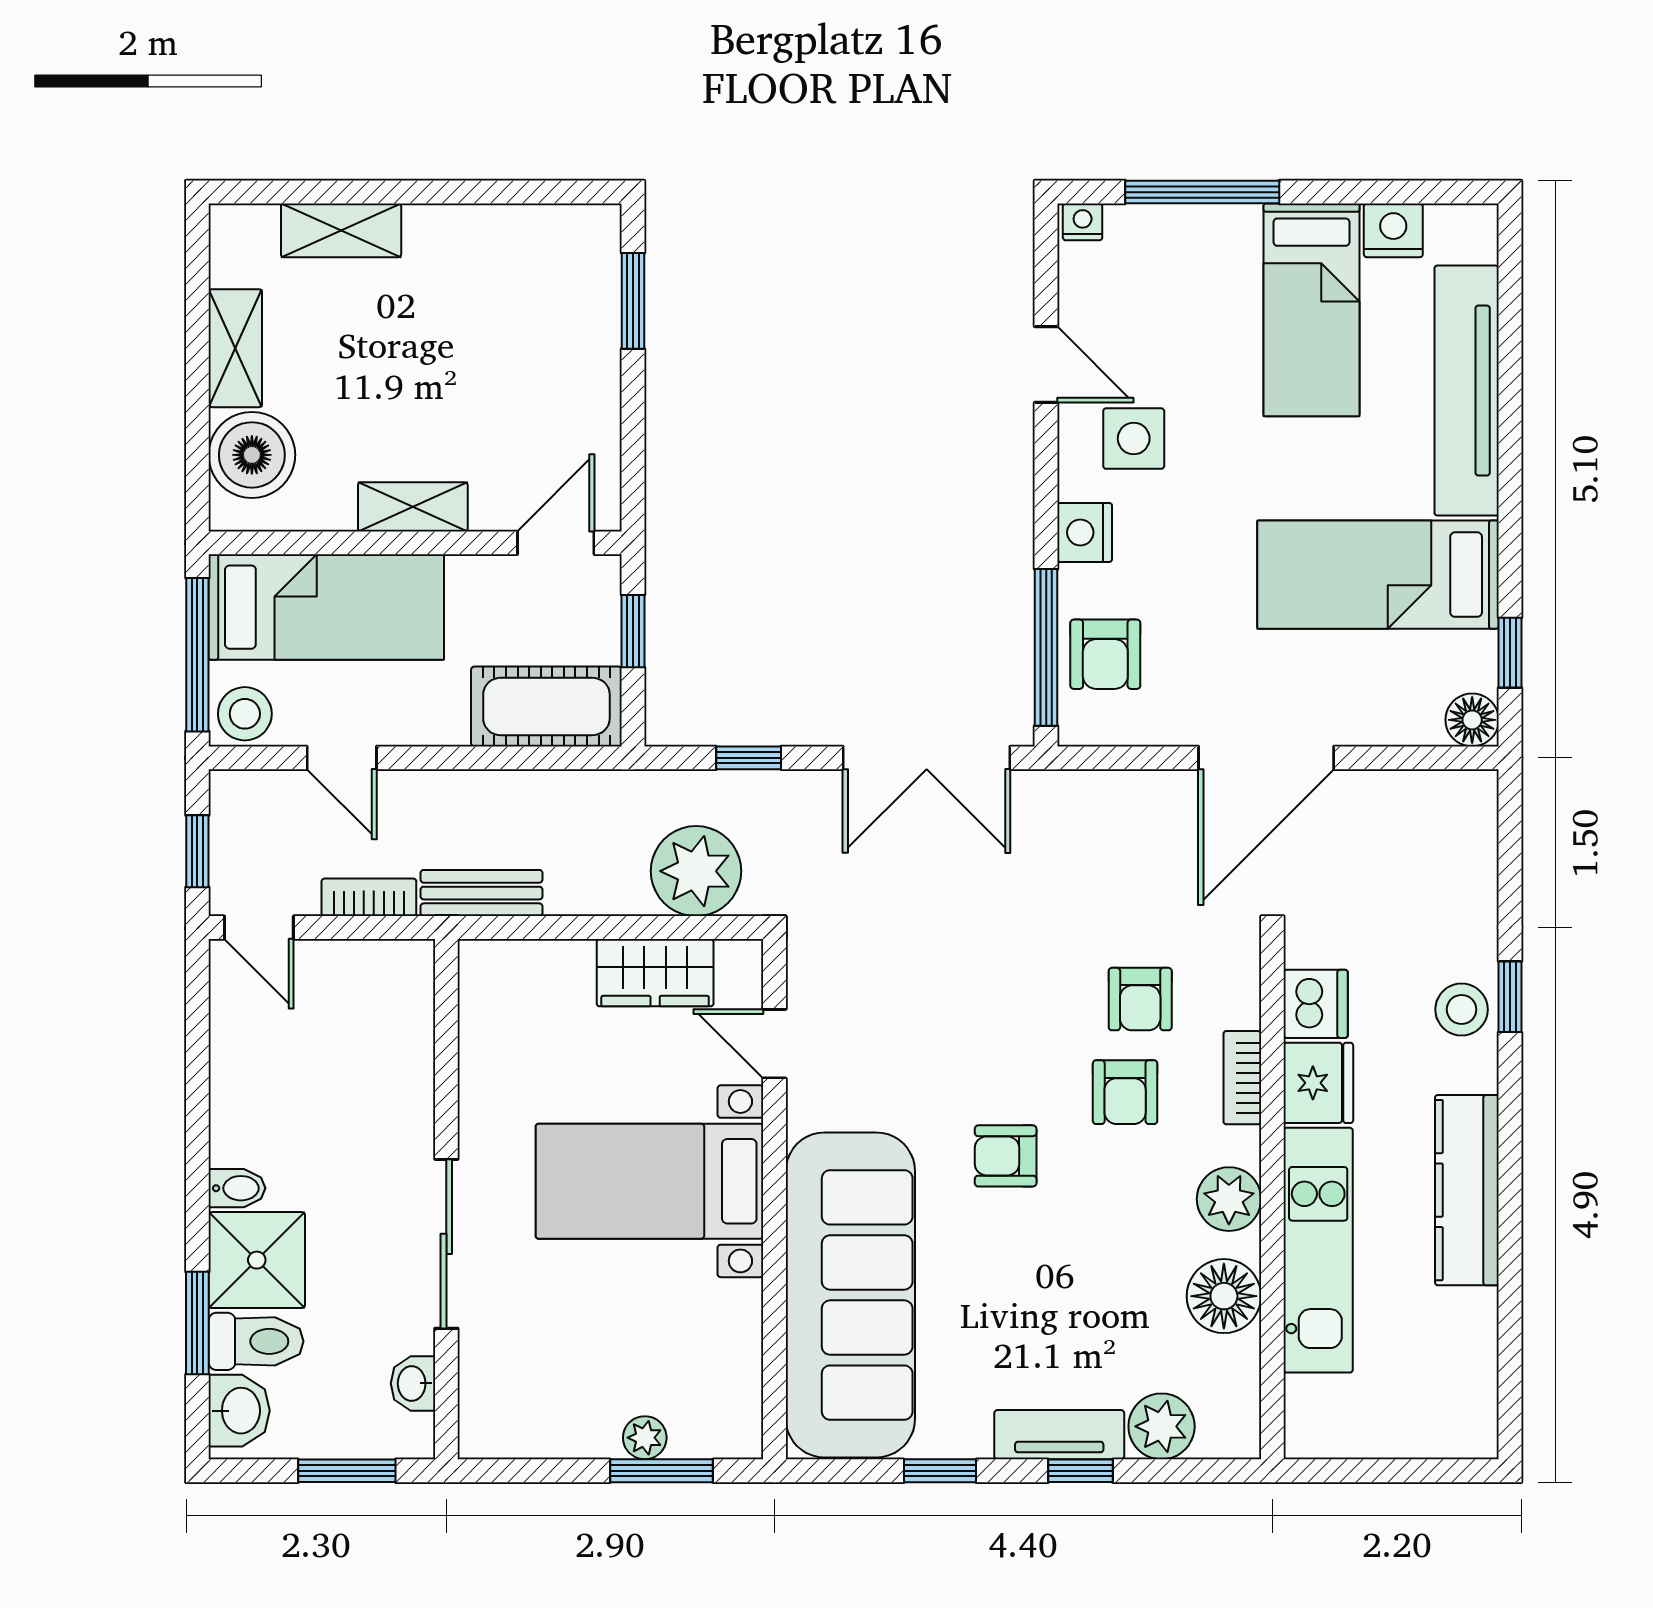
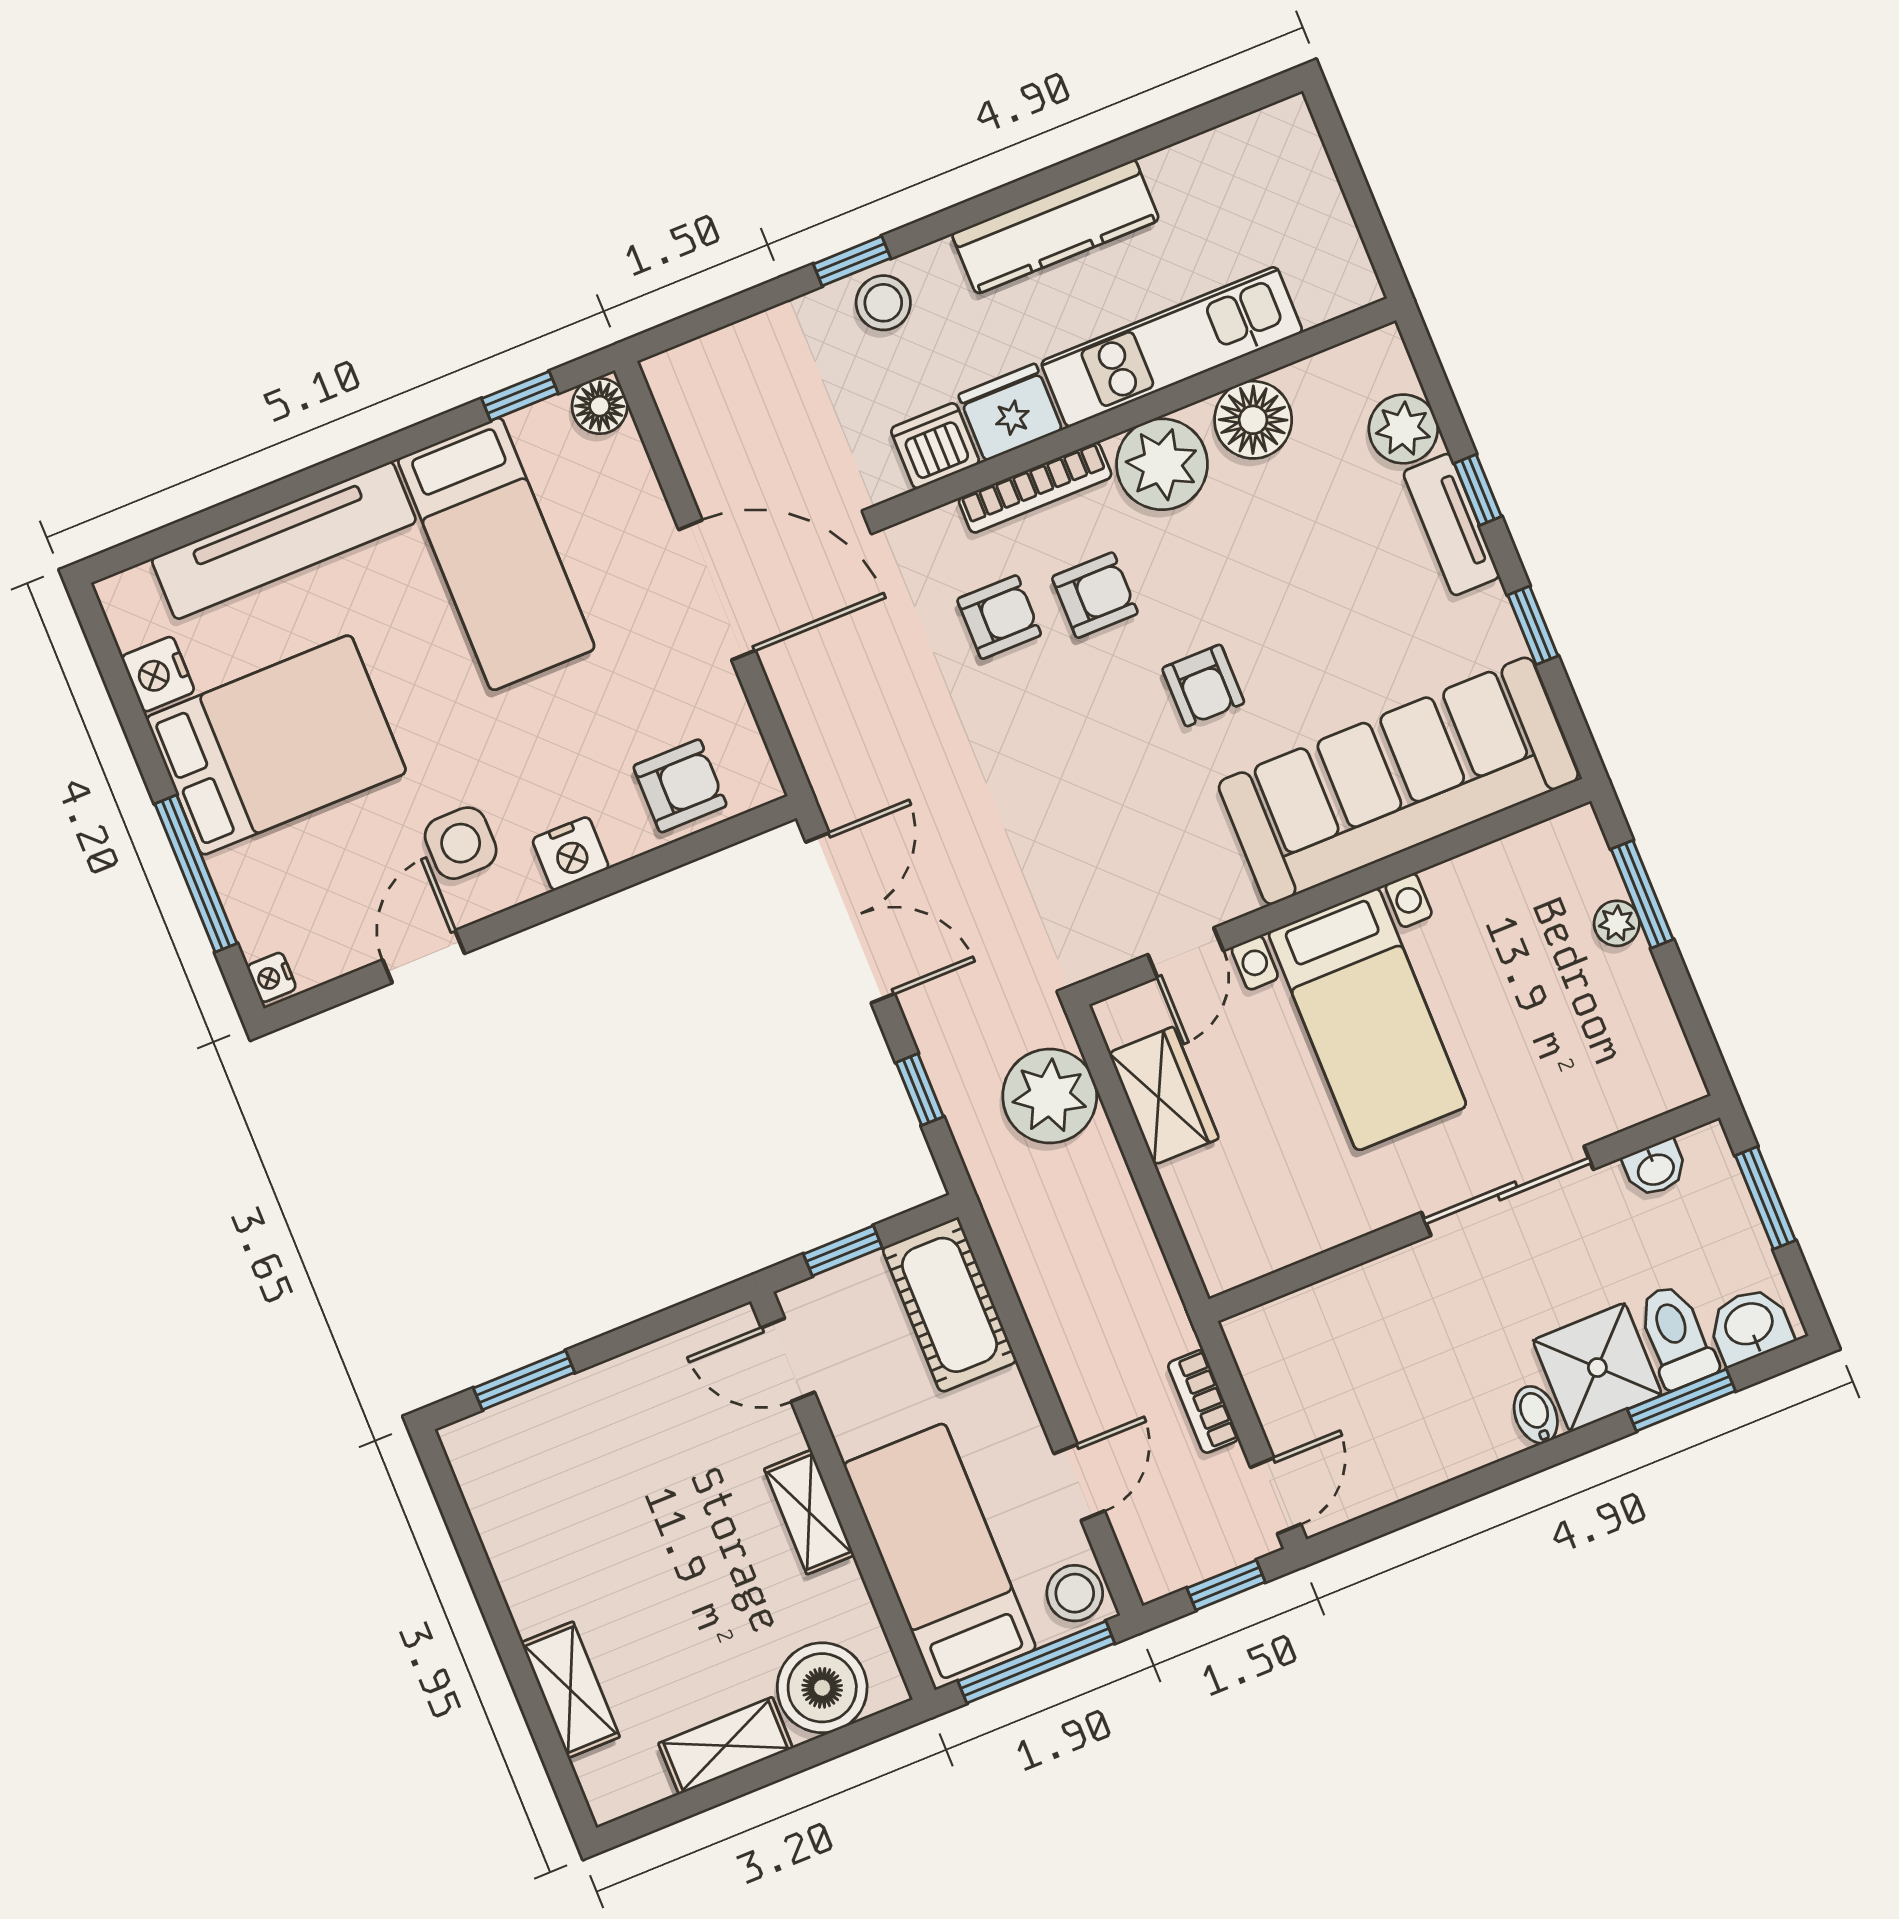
bed: (1311, 310) -> (276, 745), width x1.50
window: (1046, 647) -> (697, 846), removed
bench: (481, 893) -> (1155, 1294), removed
bookcase: (1242, 1078) -> (1035, 488), width x1.56
plant: (1229, 1199) -> (1162, 464), width x1.36, depth x1.36

